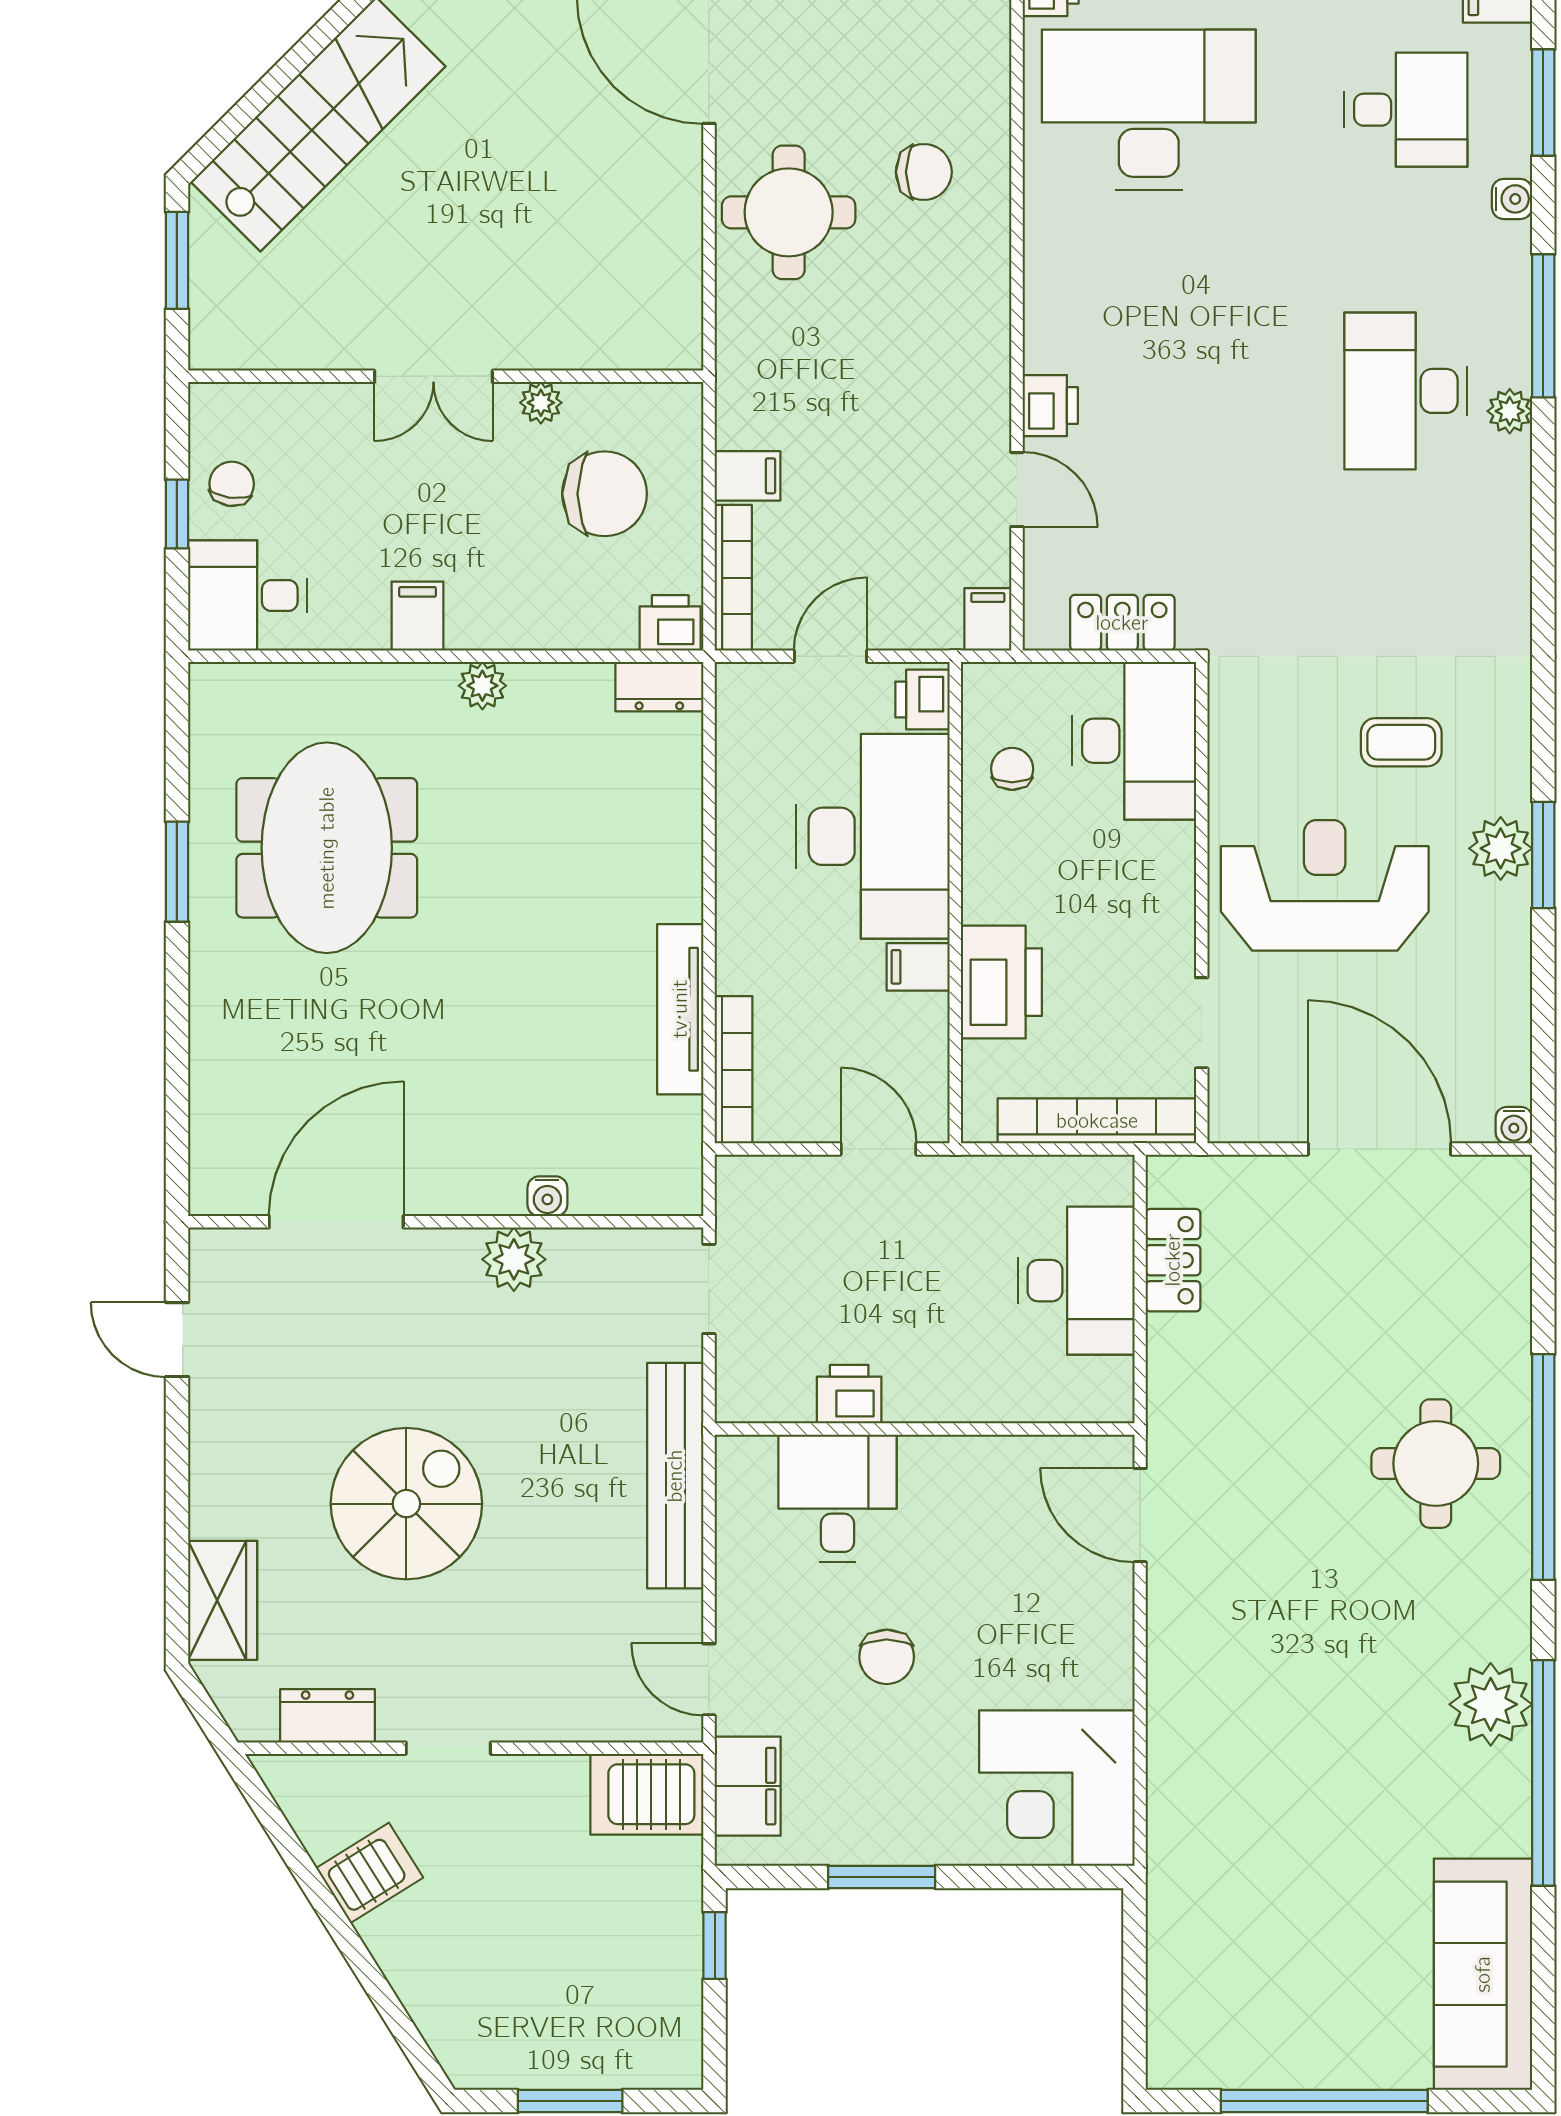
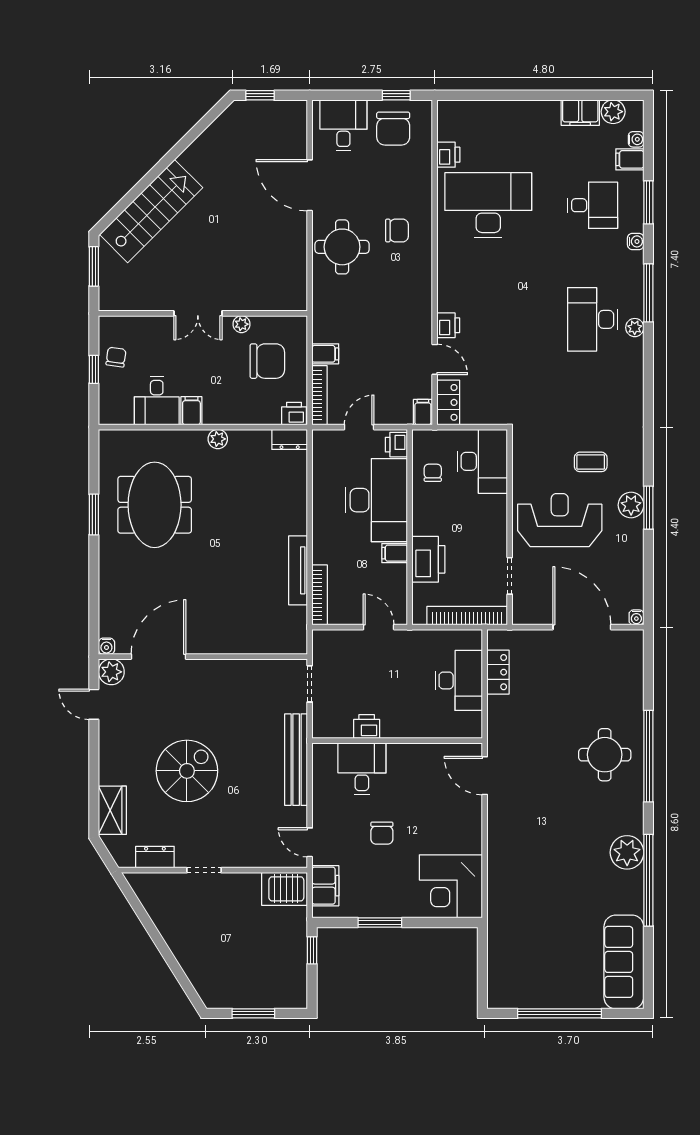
desk: (248, 596) -> (157, 401), moved, turned -90
locker: (1122, 623) -> (448, 402), moved, turned 90
water cooler: (547, 1196) -> (106, 646), moved
plant: (514, 1259) -> (111, 672), moved
server rack: (370, 1873) -> (172, 921), removed

